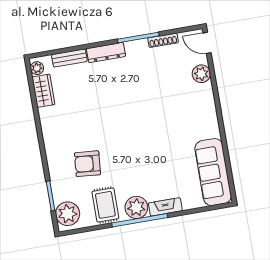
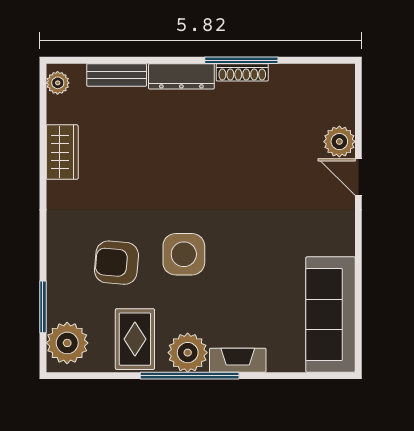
shoe rack: (163, 40) -> (242, 72), moved
door: (207, 43) -> (358, 177), moved
wardrobe: (43, 91) -> (62, 152), moved
side table: (125, 152) -> (184, 254), added

